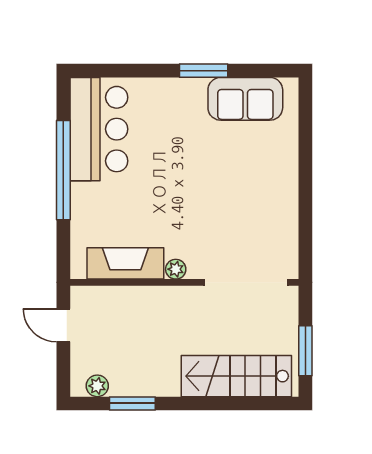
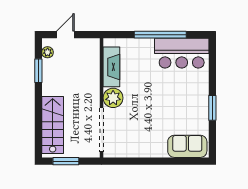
sofa: (245, 99) -> (187, 146), moved, turned 90
plant: (176, 269) -> (113, 98), width x1.87, depth x1.87
door: (63, 325) -> (65, 35), moved

